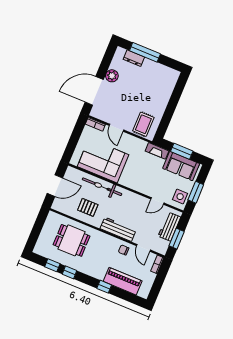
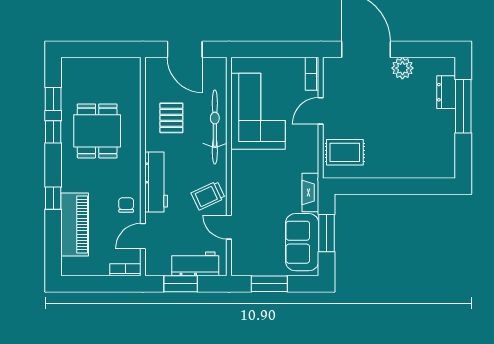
side table: (180, 197) -> (252, 261), removed
trolley: (136, 205) -> (208, 196), added
dining table: (72, 240) -> (97, 131), moved

